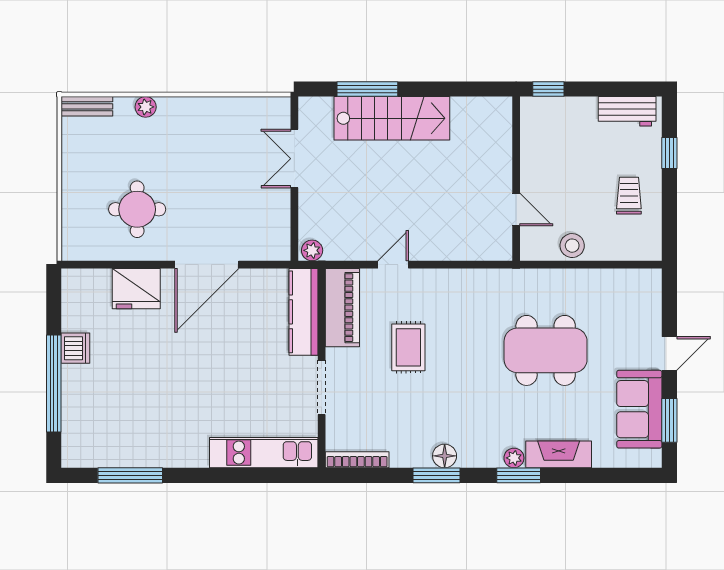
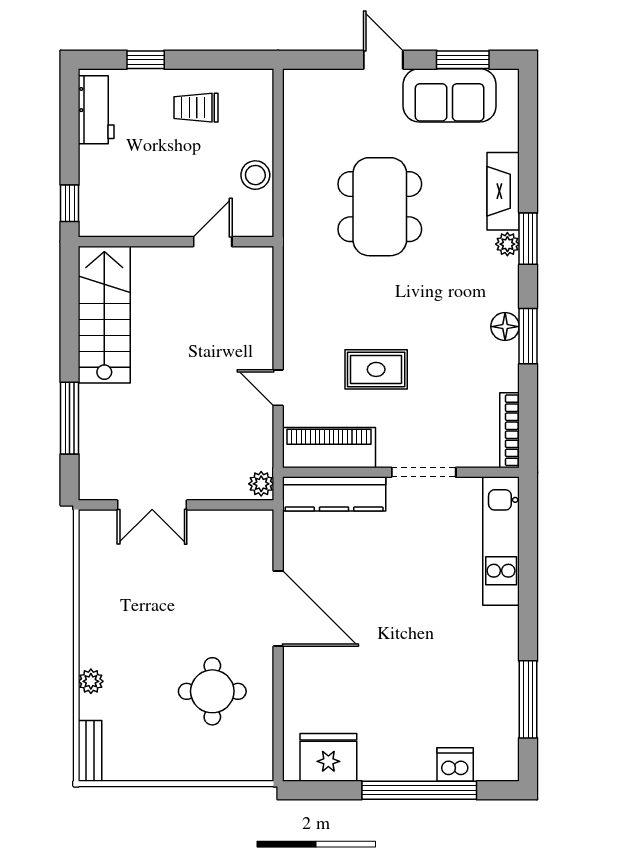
stairs: (392, 118) -> (104, 315), moved
fridge: (136, 289) -> (328, 757), moved, turned -90
dishwasher: (75, 348) -> (455, 765), moved

